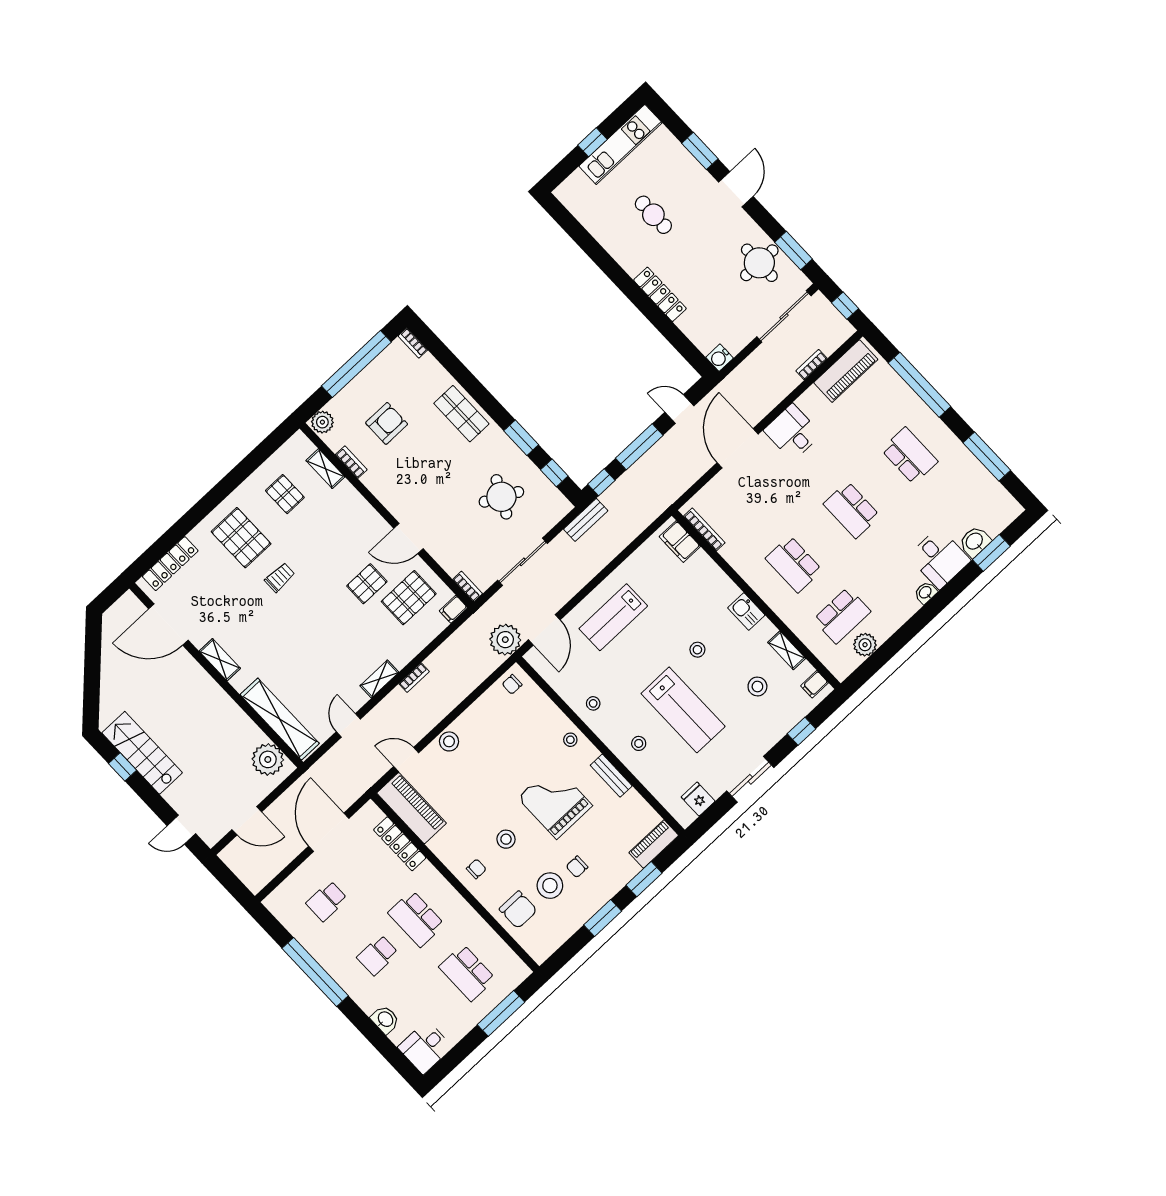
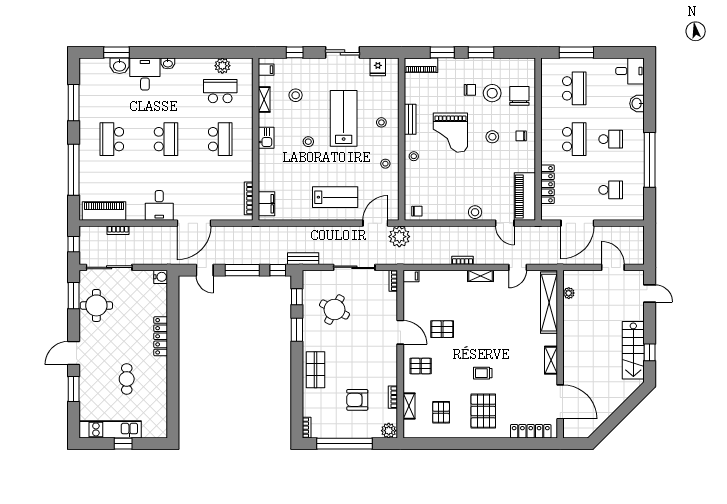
pallet: (409, 598) -> (421, 366), moved, width x0.67, depth x0.71
plant: (268, 759) -> (569, 293), width x0.53, depth x0.53

